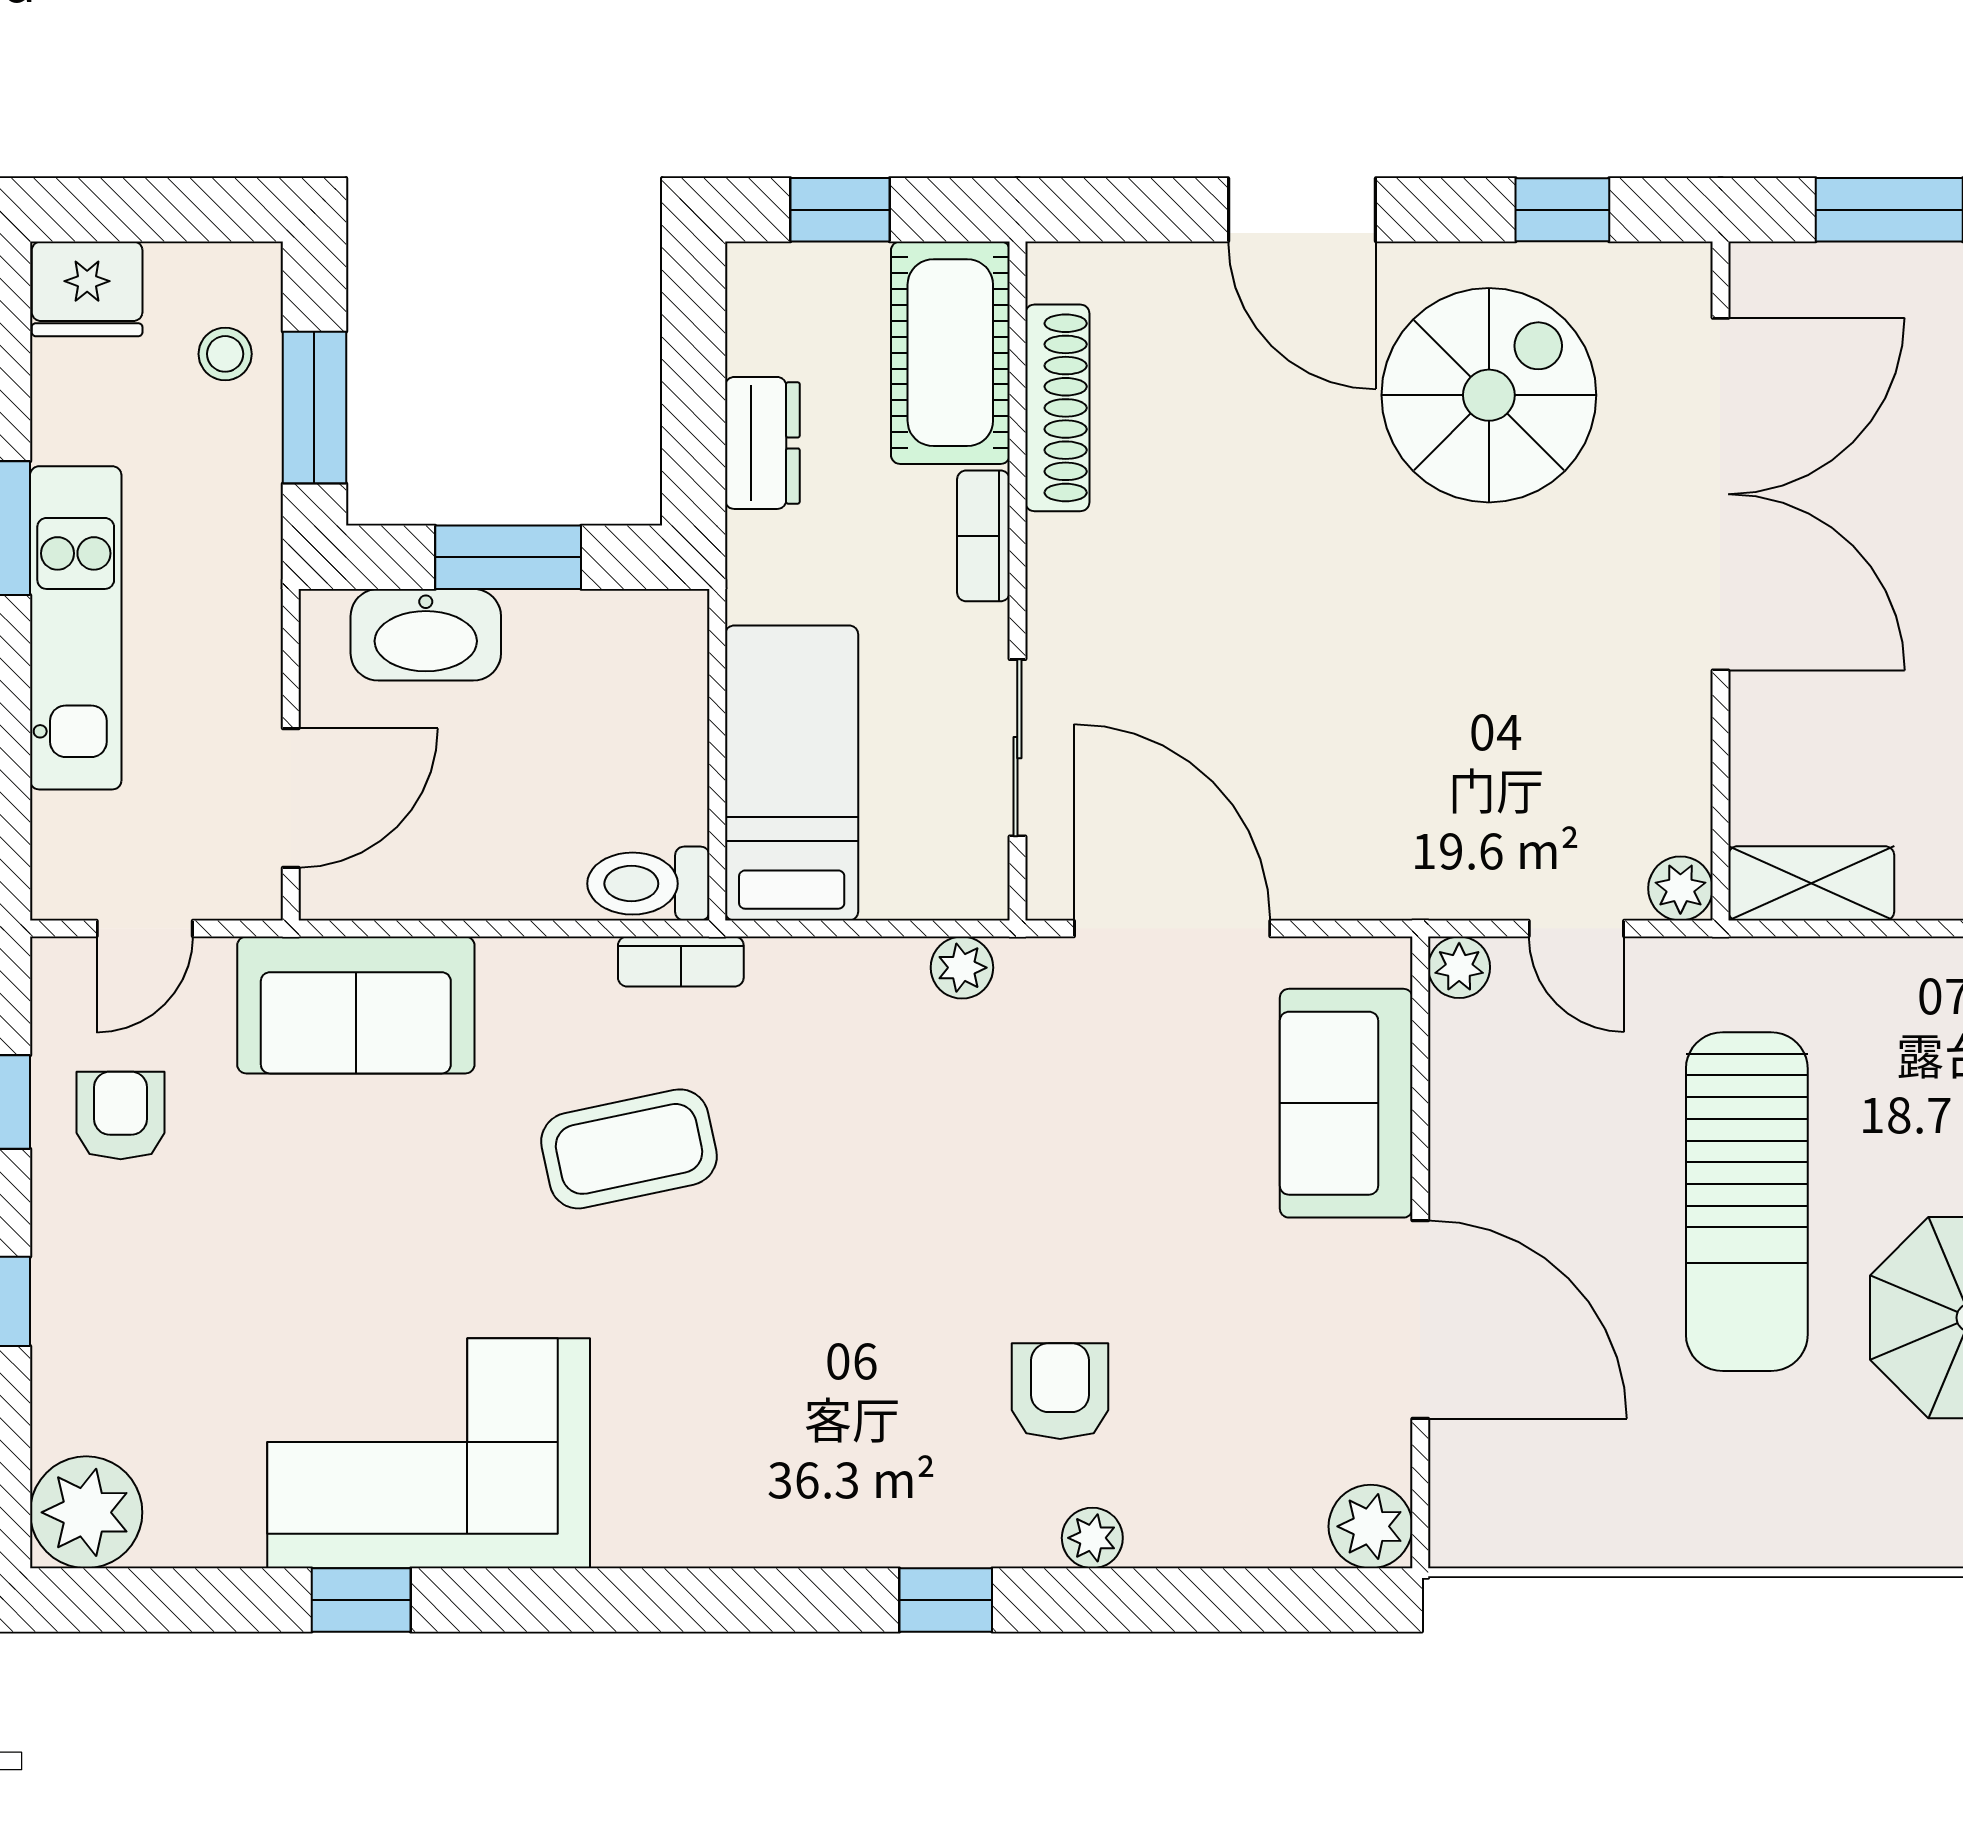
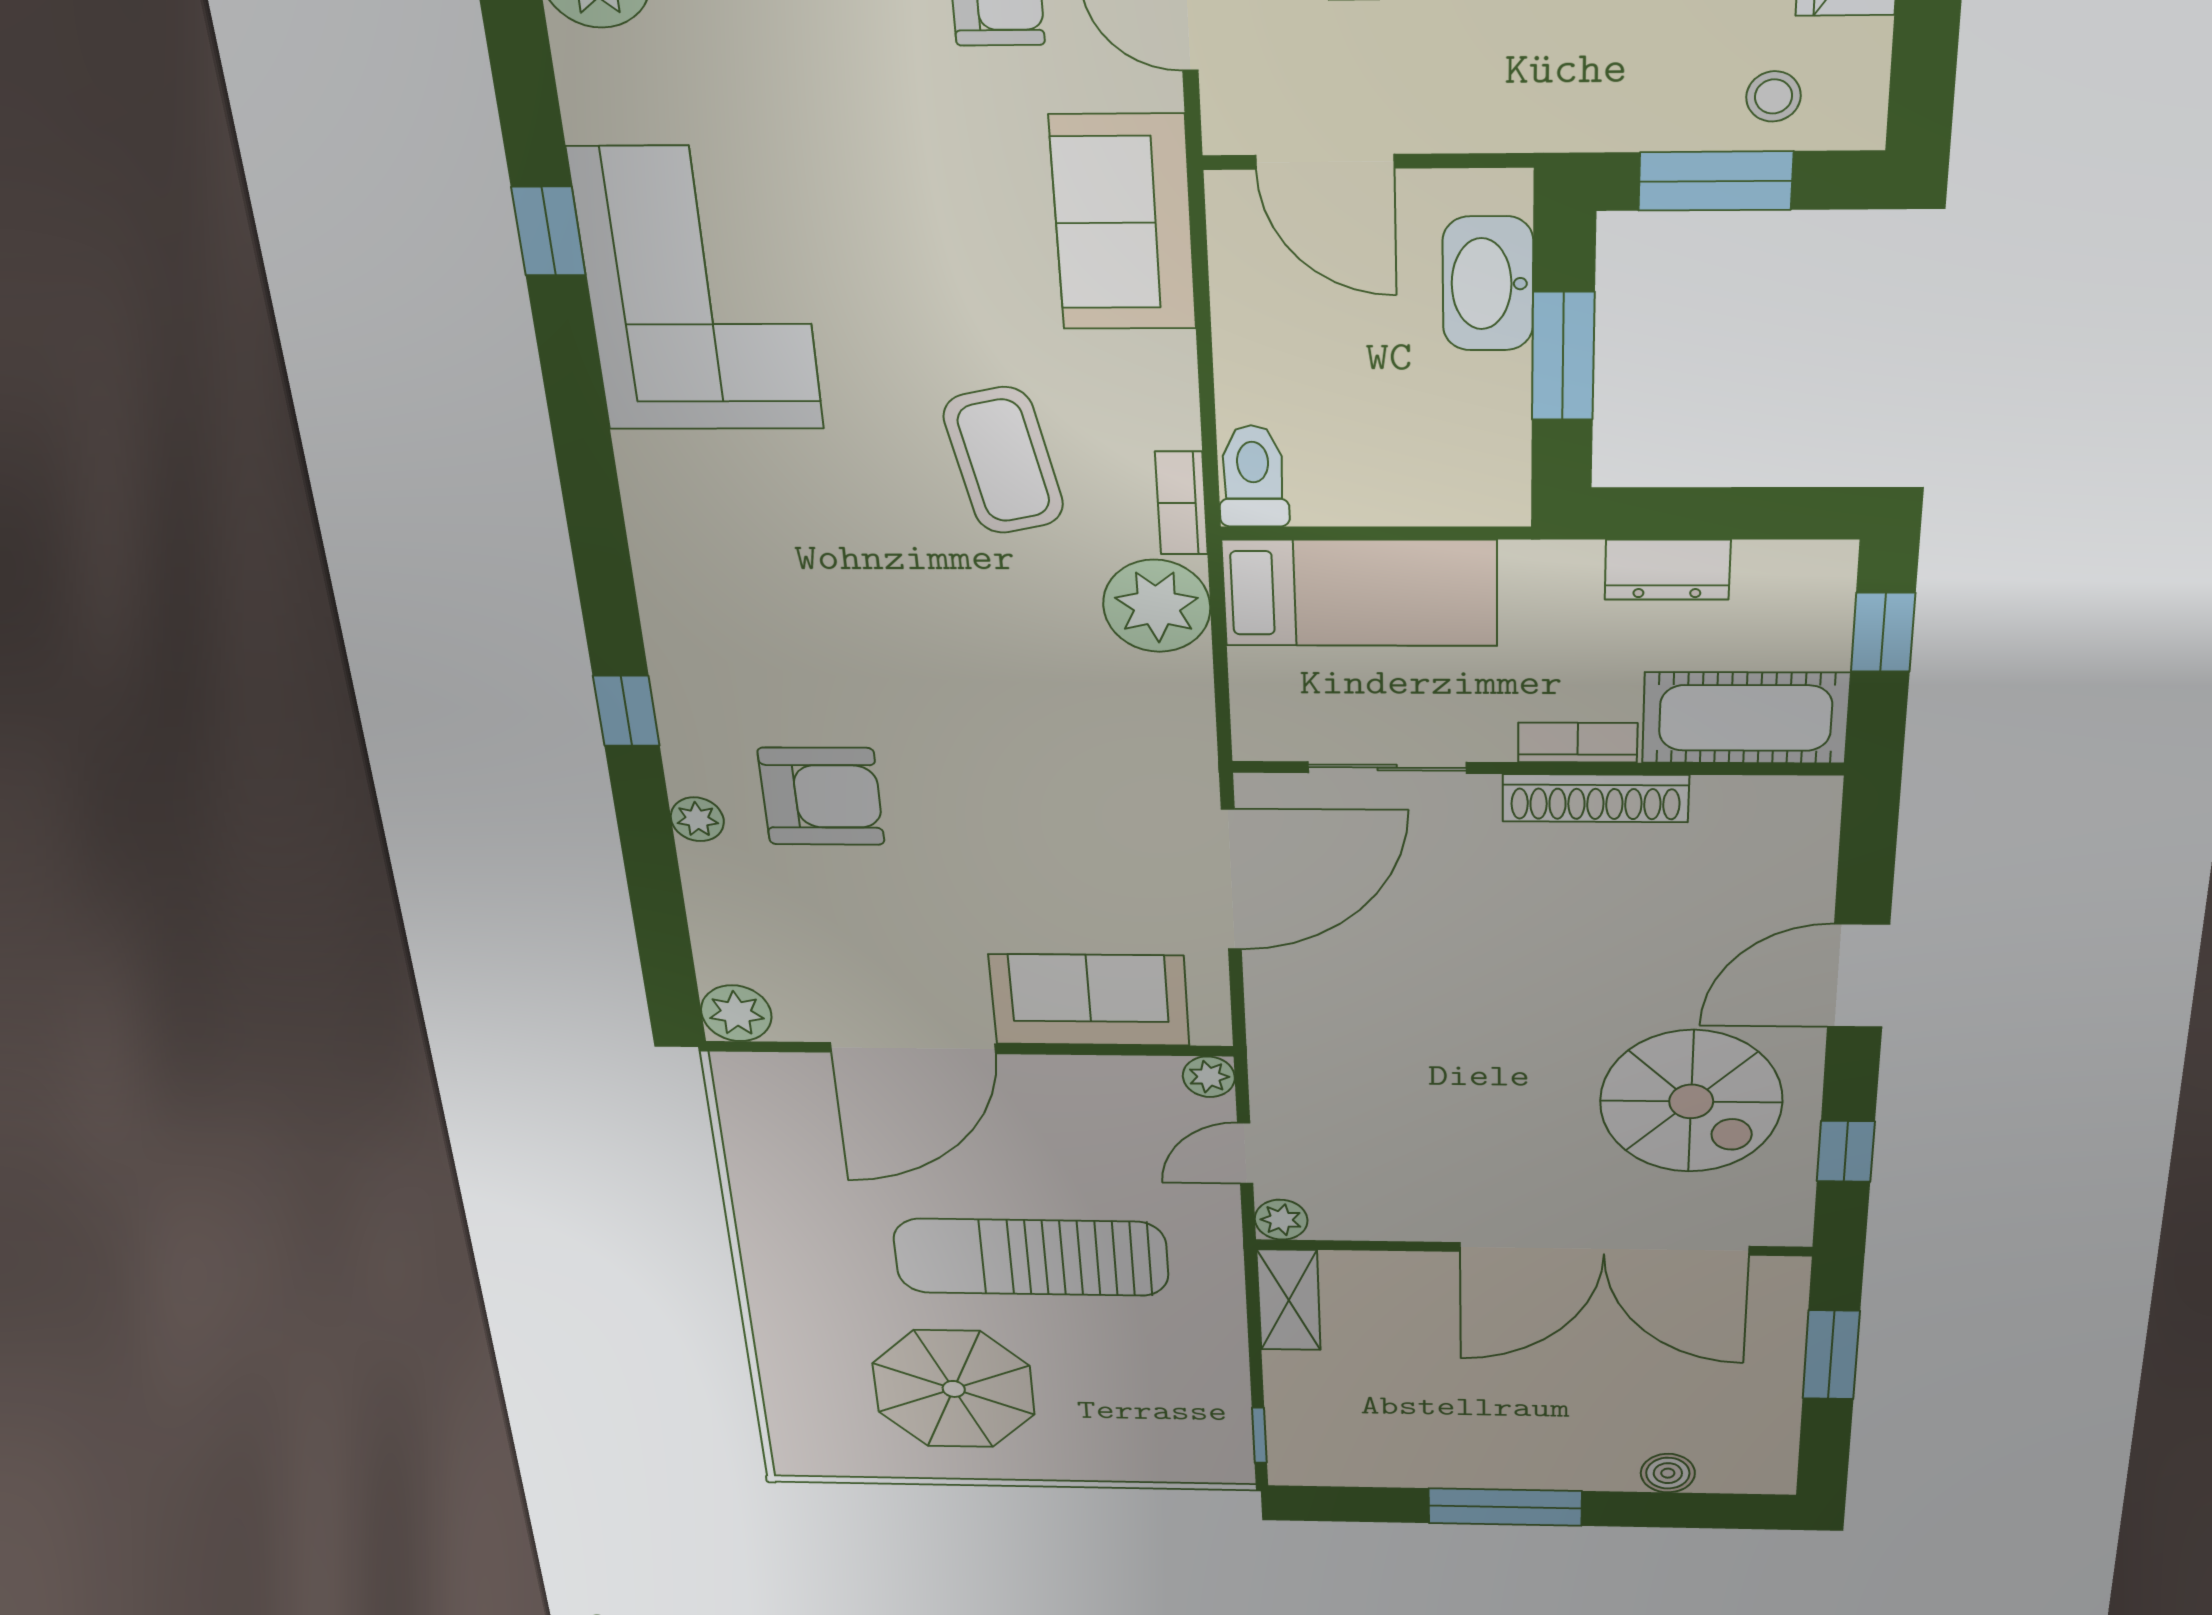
shoe rack: (1057, 408) -> (1596, 798), moved
plant: (962, 968) -> (1157, 606), moved, width x1.88, depth x1.88
armchair: (1060, 1391) -> (821, 796), width x1.38, depth x1.38

